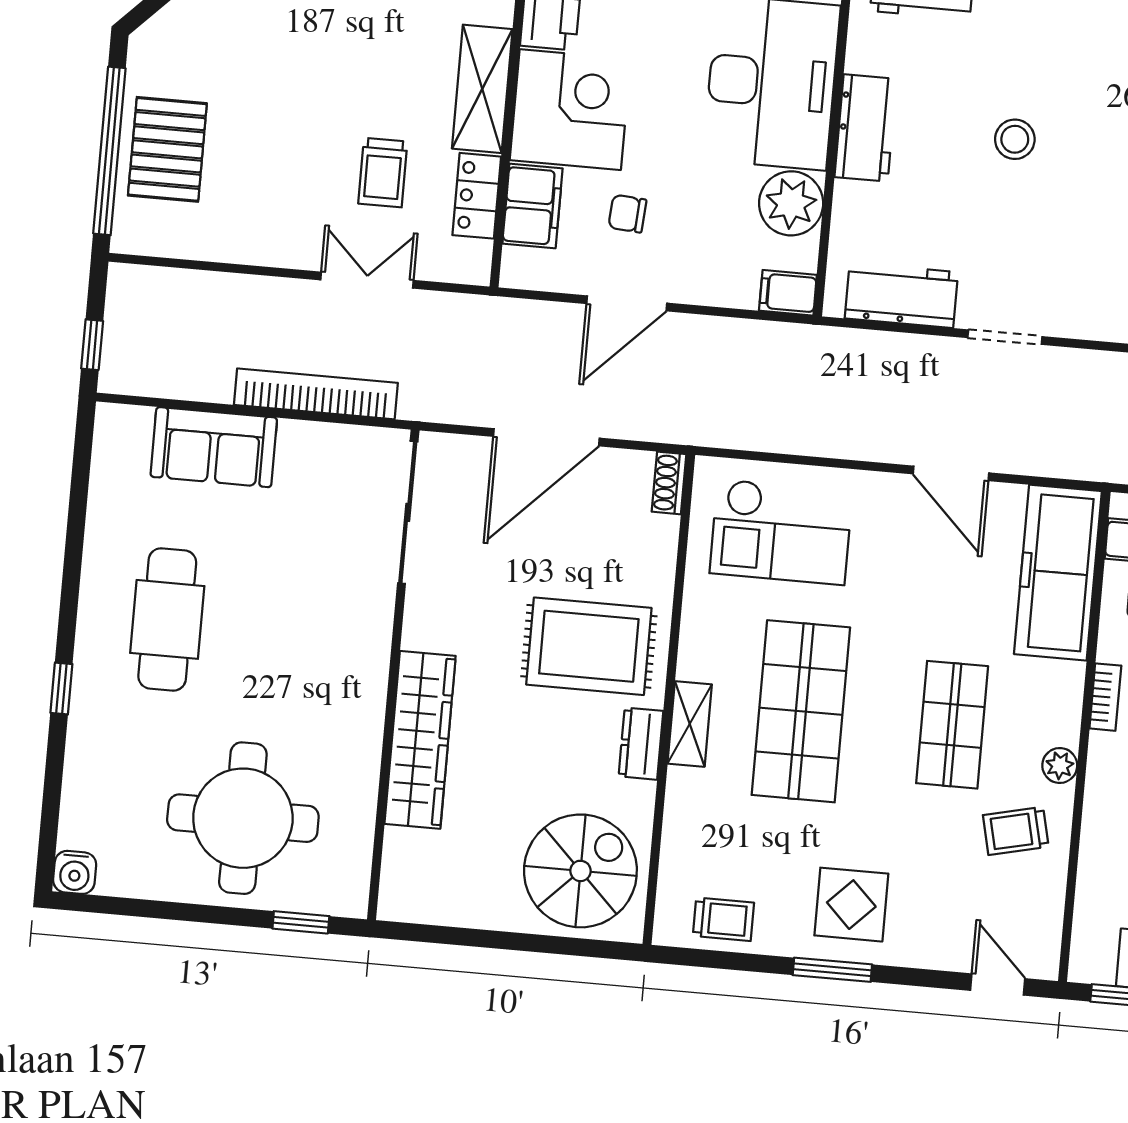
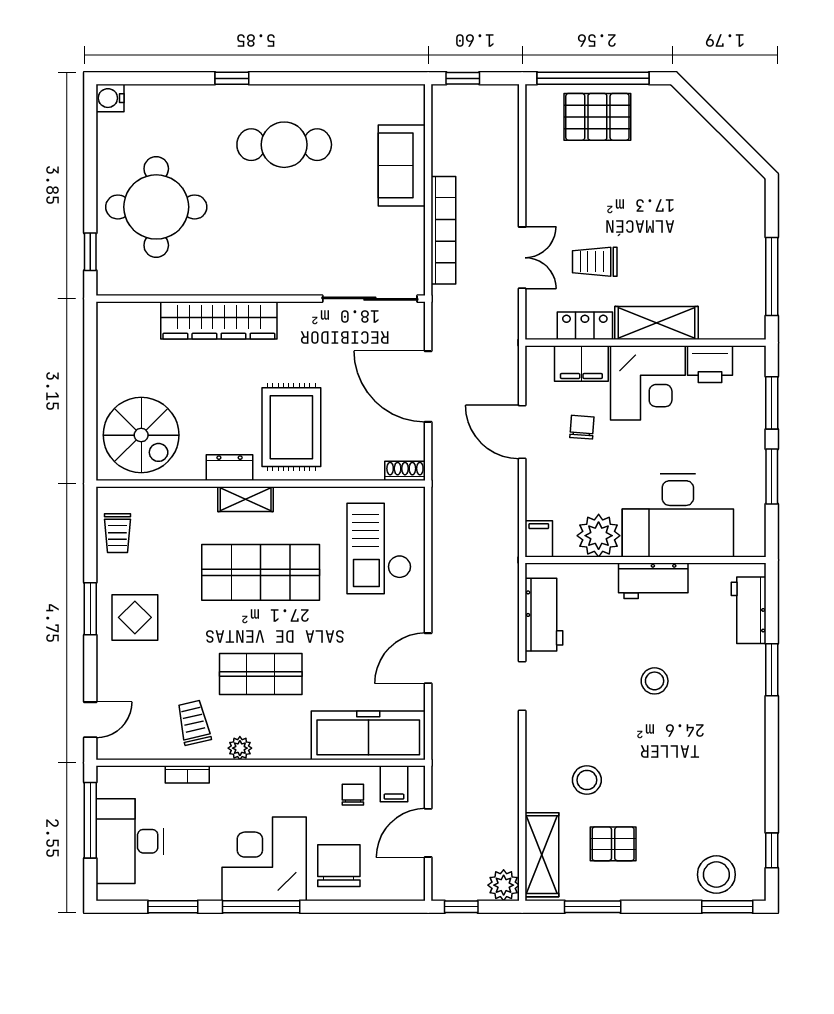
bookcase: (1105, 697) -> (187, 774), moved

